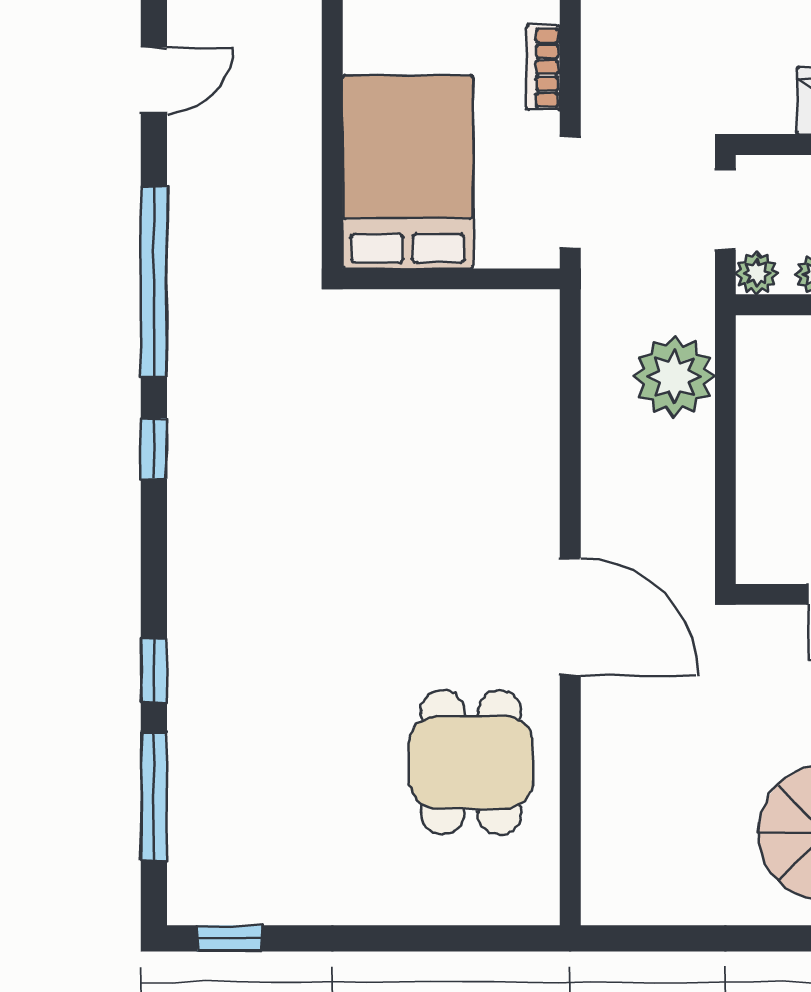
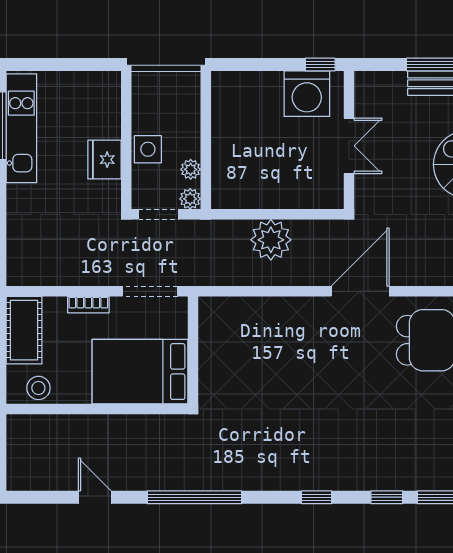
plant: (674, 376) -> (271, 240), moved
window: (154, 449) -> (317, 497), moved

